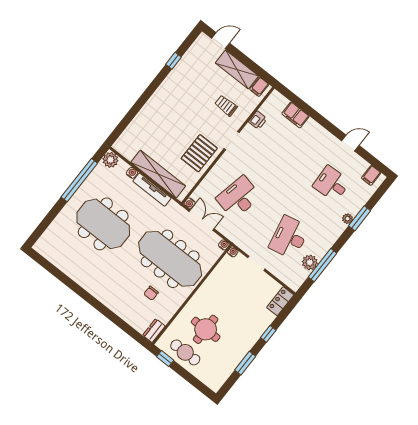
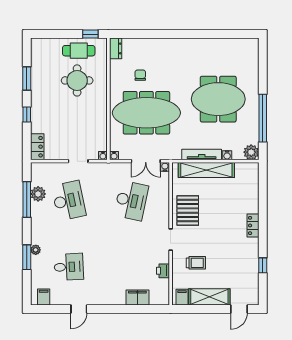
locker: (156, 99) -> (253, 225), added

